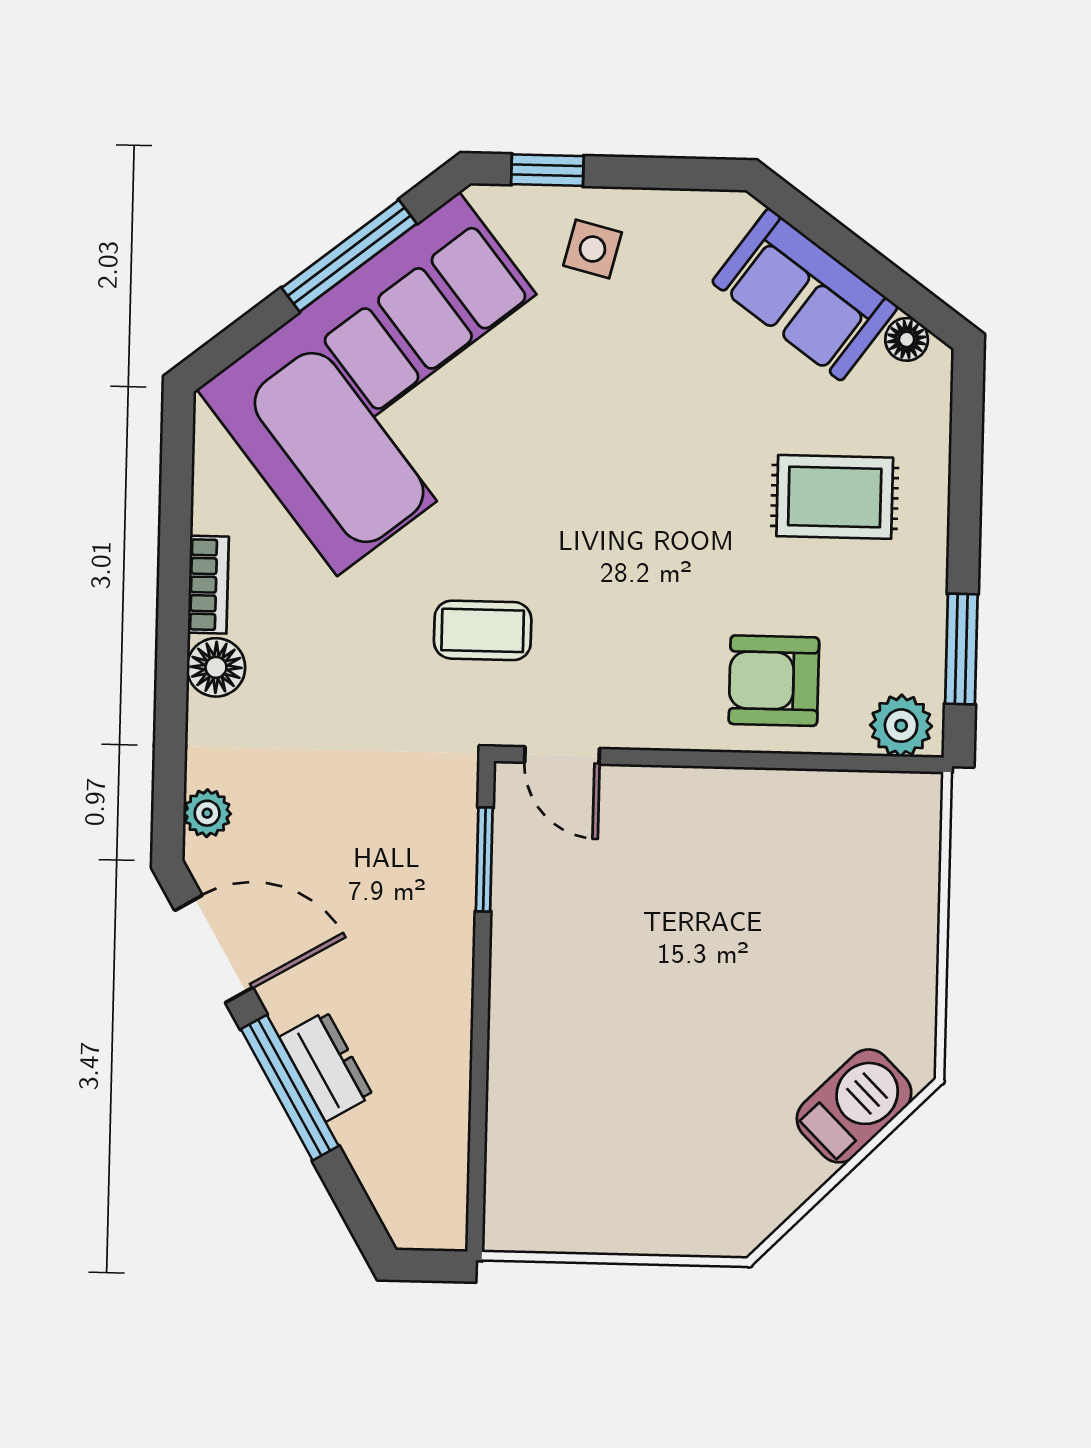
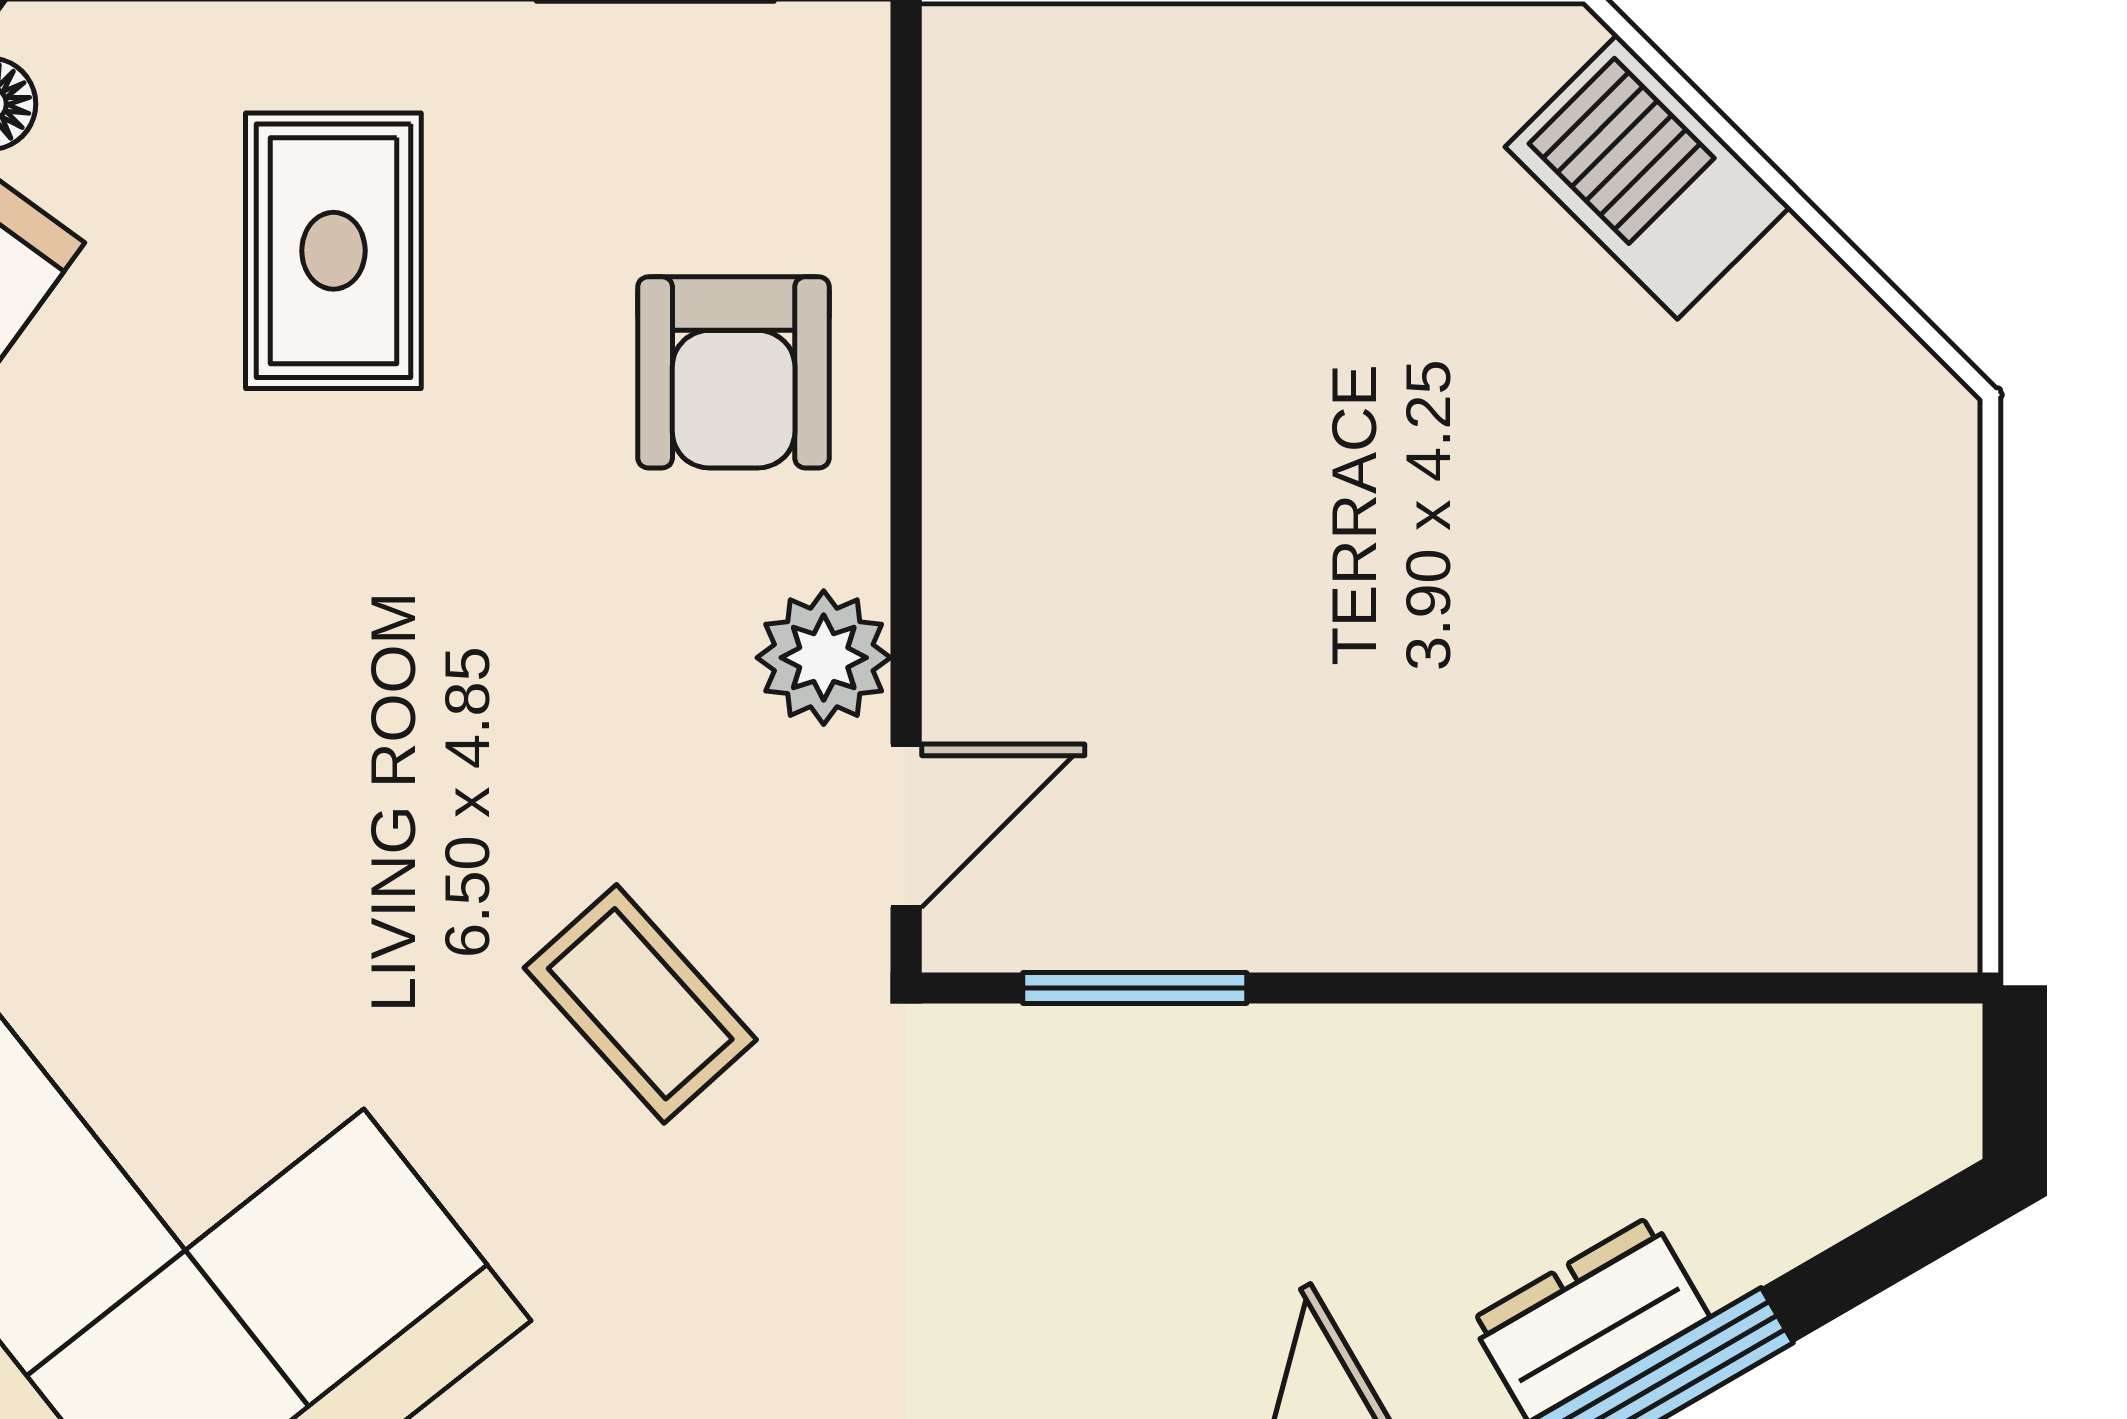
coffee table: (483, 630) -> (640, 1004), turned -42
plant: (901, 726) -> (824, 658), moved

